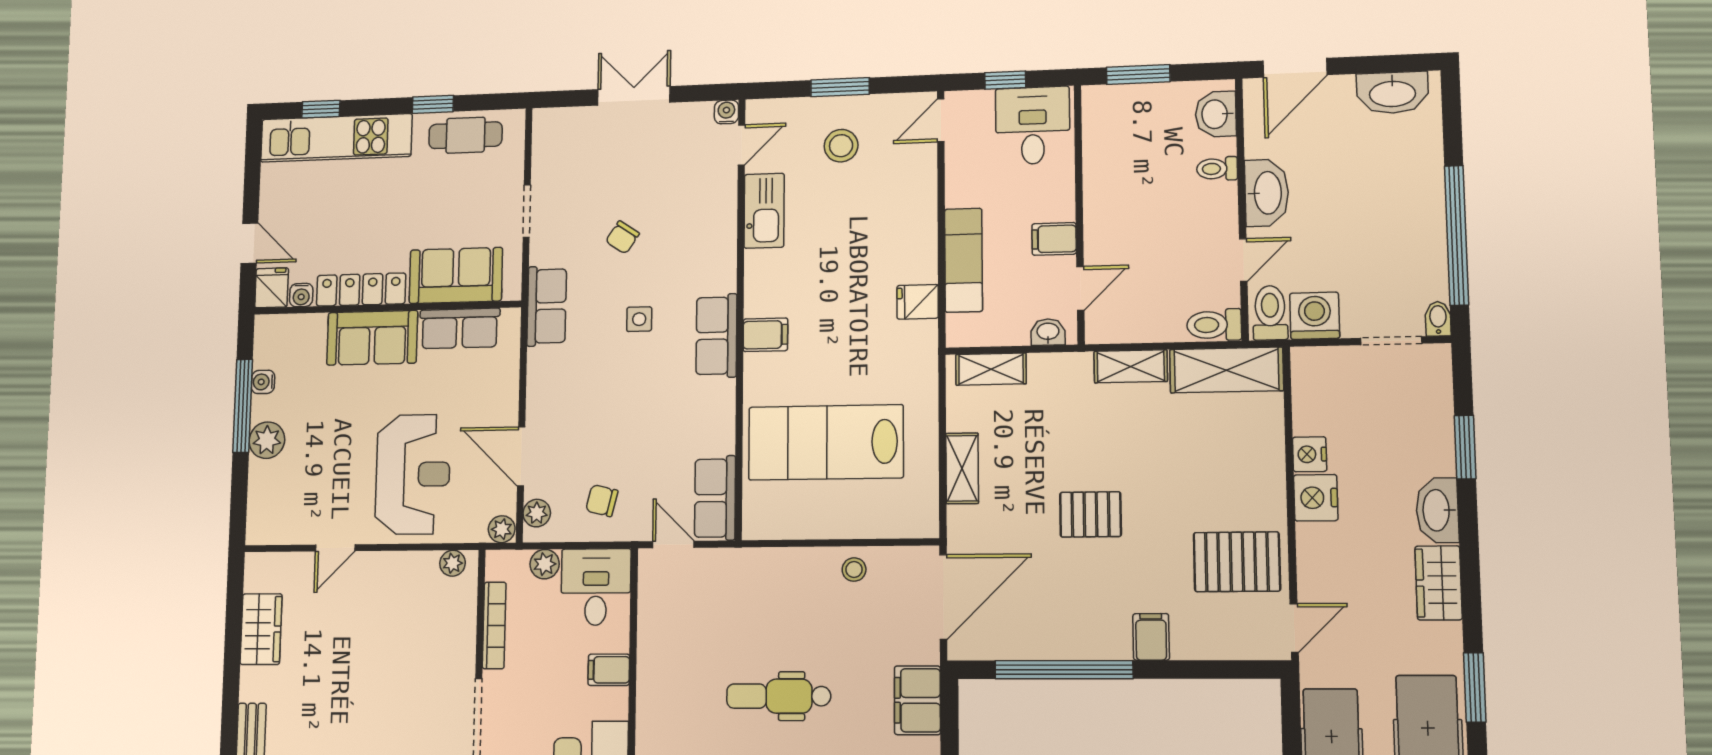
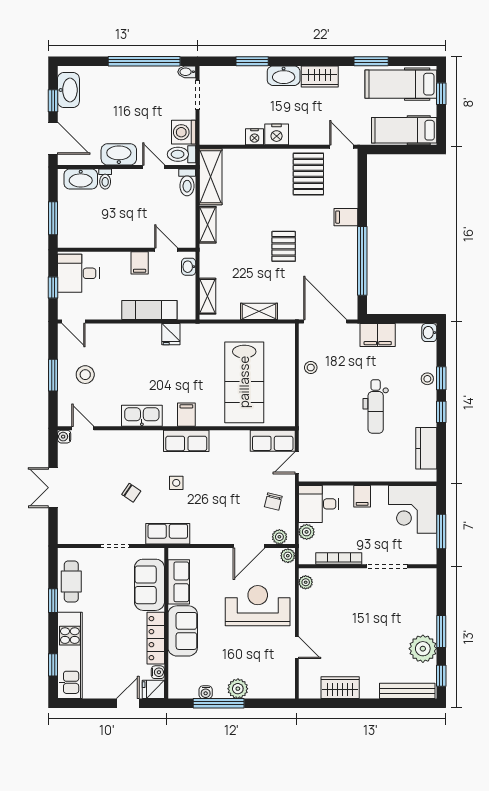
window: (1370, 65) -> (53, 101), added
washbasin: (1216, 114) -> (81, 179), width x1.38
kitchen sink: (764, 211) -> (142, 416), moved

